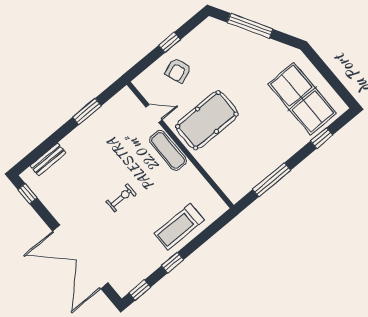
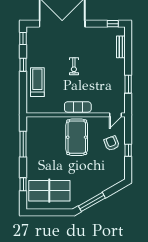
window: (250, 26) -> (92, 202), moved
door: (154, 113) -> (116, 115), moved

